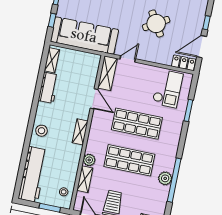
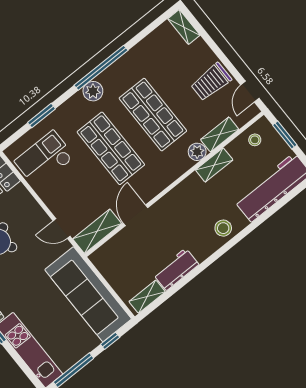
shelving: (80, 132) -> (214, 165), moved
plant: (165, 178) -> (93, 91), moved
window: (174, 180) -> (101, 68), moved

